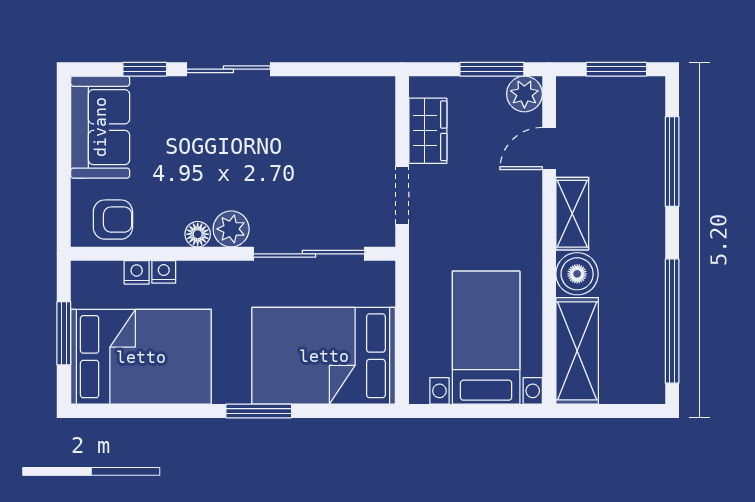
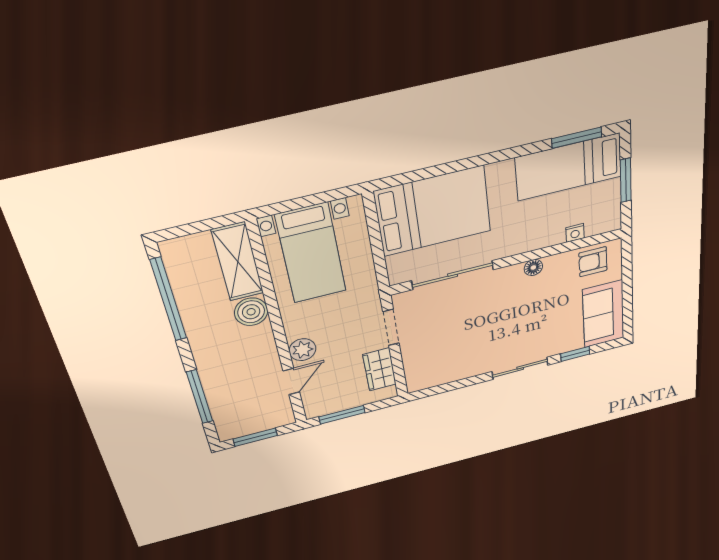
plant: (524, 94) -> (303, 350), moved
shelving: (572, 214) -> (265, 348), removed
plant: (231, 229) -> (510, 277), removed
nightstand: (164, 272) -> (556, 238), removed
bed: (141, 357) -> (569, 167), width x0.67
window: (259, 411) -> (577, 138), moved

